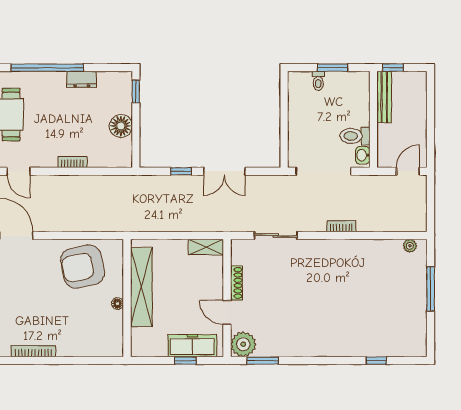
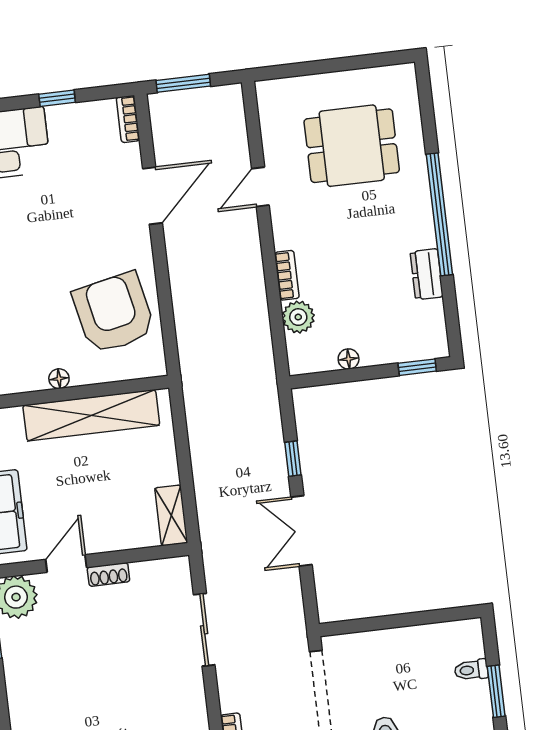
floor lamp: (121, 126) -> (349, 359), width x0.53, depth x0.53
plant: (98, 158) -> (298, 317), added
shoe rack: (236, 283) -> (108, 574), width x0.70

